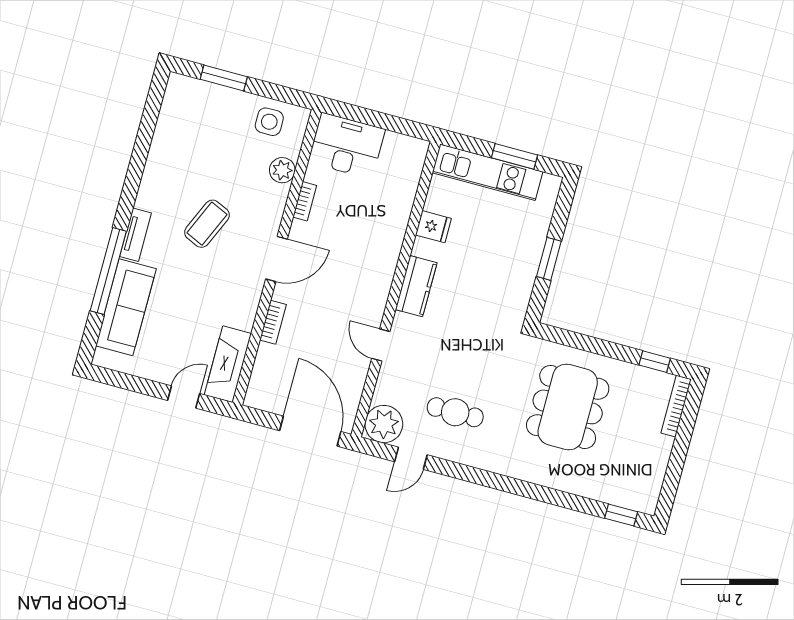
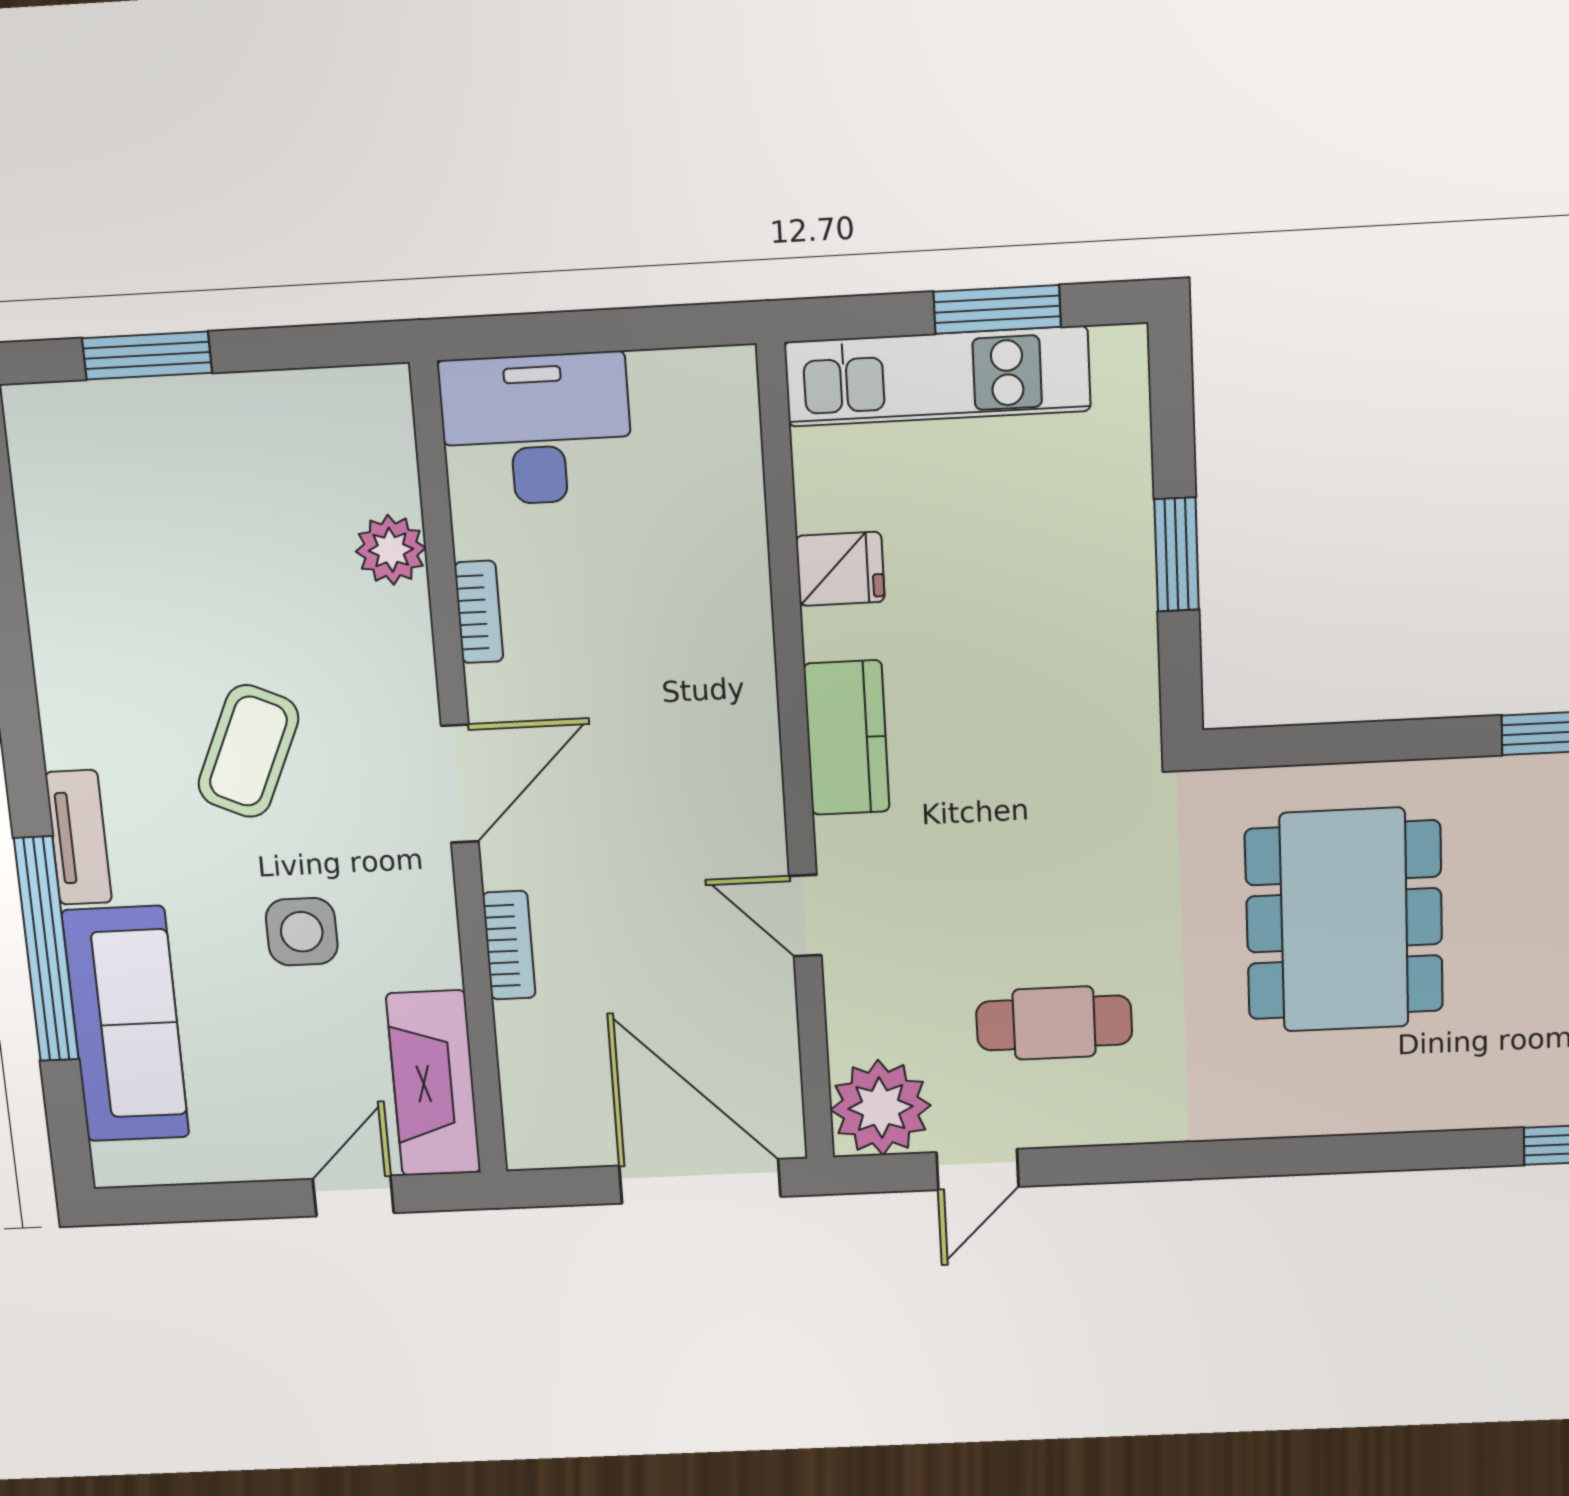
side table: (269, 122) -> (302, 932), moved

